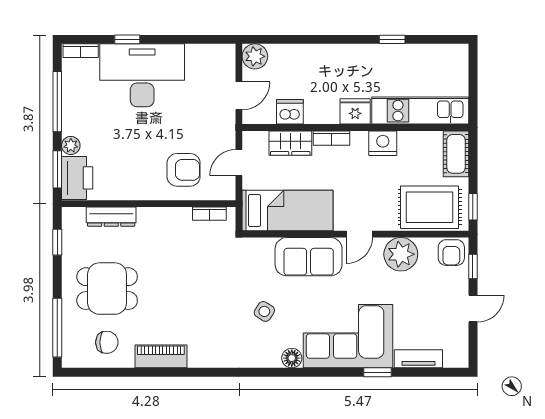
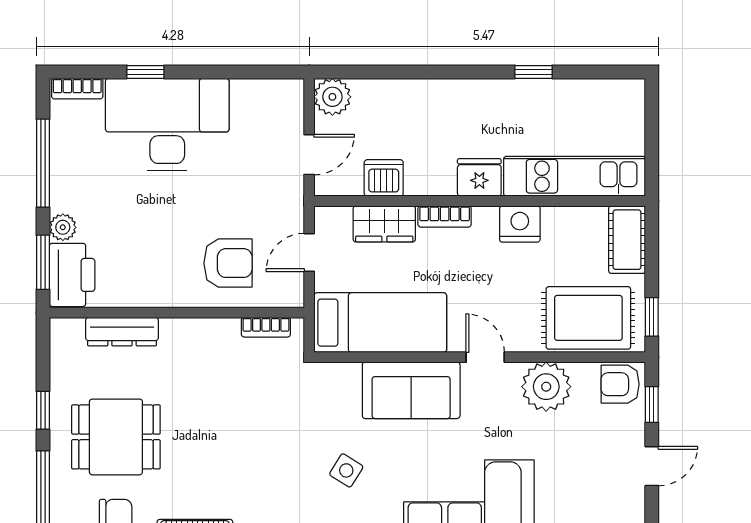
door: (359, 234) -> (485, 357), swing flipped
window: (57, 242) -> (43, 410), moved
armchair: (451, 253) -> (620, 384), turned 90

